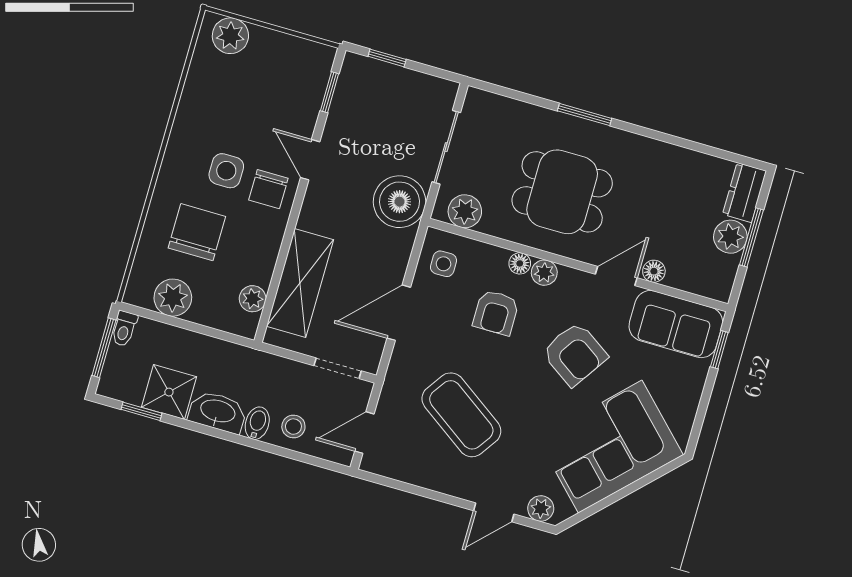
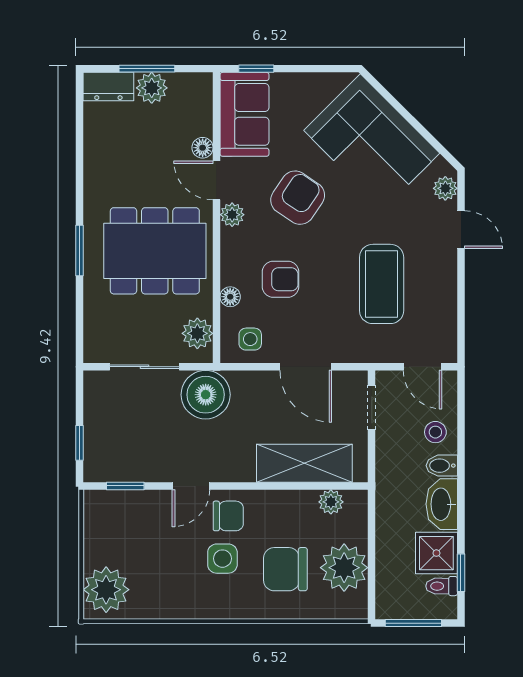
plant: (230, 36) -> (106, 590), width x1.36, depth x1.36
dining table: (562, 192) -> (155, 251), width x1.38
floor lamp: (520, 263) -> (230, 297), moved
plant: (544, 273) -> (232, 215), moved
plant: (173, 298) -> (344, 568), width x1.36, depth x1.36
toilet: (124, 329) -> (442, 586), moved, turned 180
coffee table: (461, 415) -> (382, 284), turned -35

